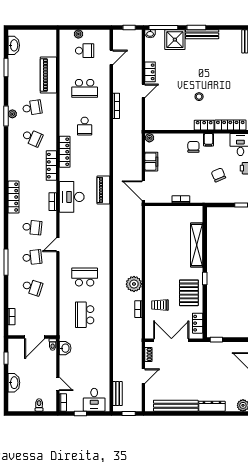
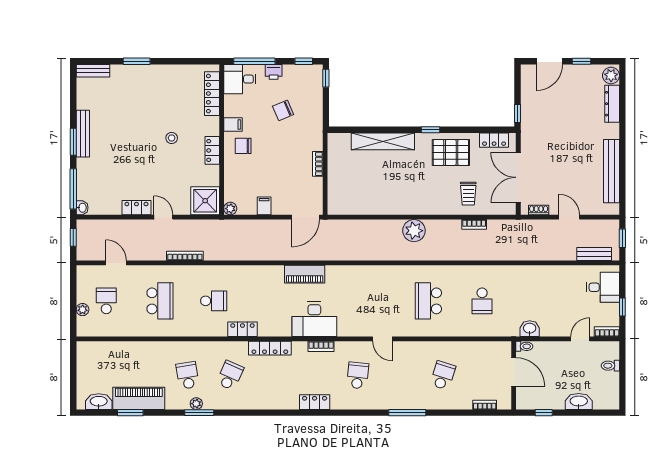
shower: (175, 40) -> (205, 201), moved
piano: (48, 75) -> (139, 398), moved, turned 180
locker: (204, 125) -> (212, 150), moved
locker: (65, 152) -> (242, 329), width x0.66
filing cabinet: (151, 162) -> (264, 206), width x0.50
locker: (13, 197) -> (315, 402), width x0.66
school desk: (32, 257) -> (400, 375), removed
plant: (134, 284) -> (414, 231), moved
school desk: (85, 315) -> (482, 301), width x0.54
dresser: (212, 406) -> (612, 104), moved

